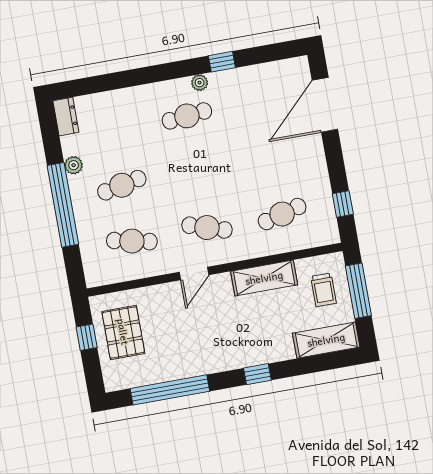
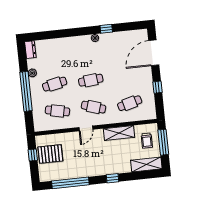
cafe table: (187, 116) -> (91, 80), moved
window: (343, 204) -> (157, 87), moved
pallet: (123, 332) -> (50, 154), turned 90

